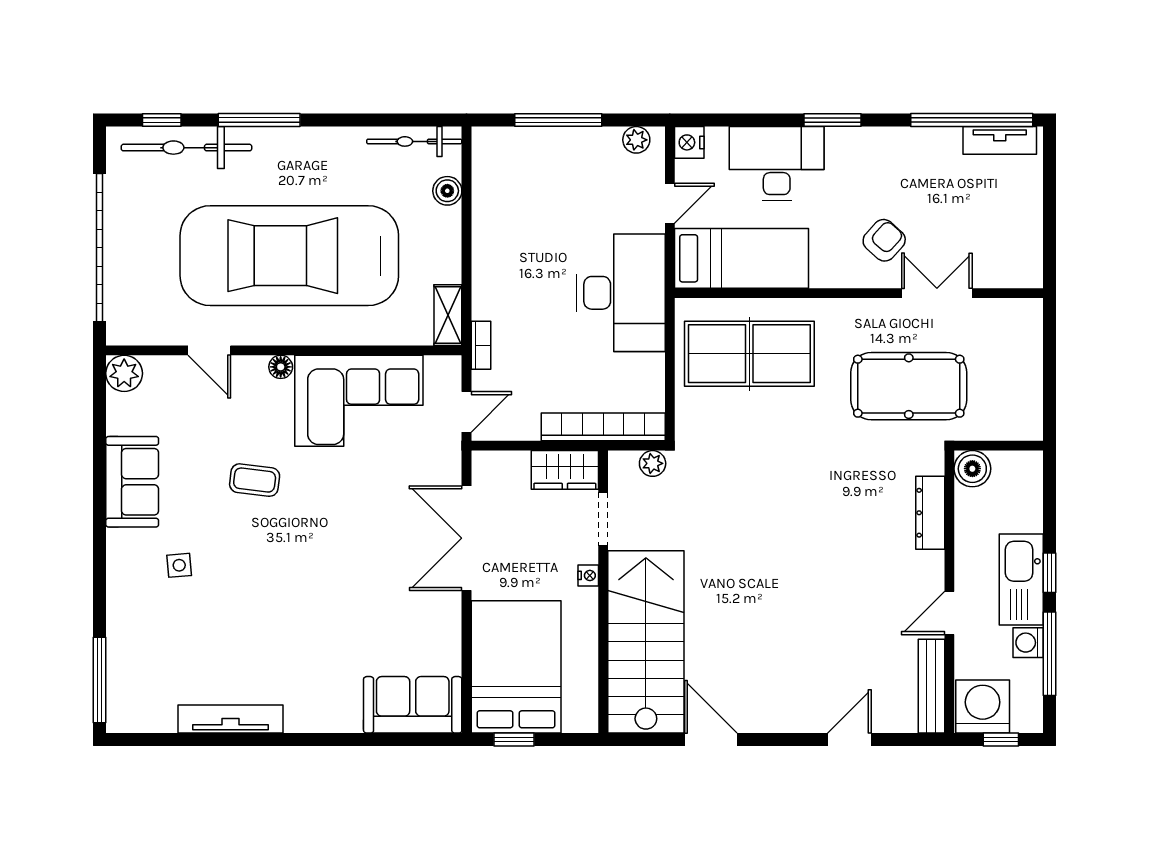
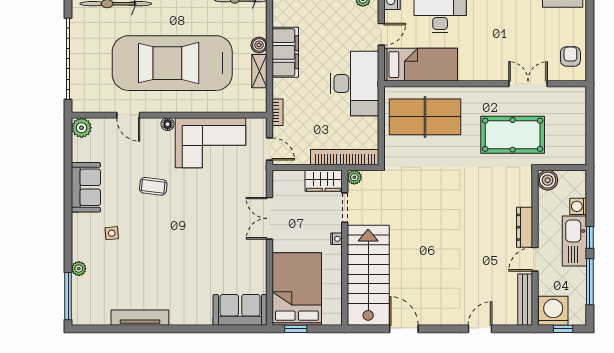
boiler: (447, 191) -> (259, 45), moved
filing cabinet: (495, 236) -> (285, 52), added
armchair: (884, 240) -> (570, 56), moved, turned -42
shelving: (448, 315) -> (259, 71), moved
door: (466, 412) -> (270, 149), hinge flipped
plant: (653, 463) -> (354, 177), moved
dresser: (930, 513) -> (524, 227), moved
double door: (466, 538) -> (270, 218), width x0.73
plant: (119, 630) -> (79, 269), added
washing machine: (1028, 643) -> (578, 206), moved

